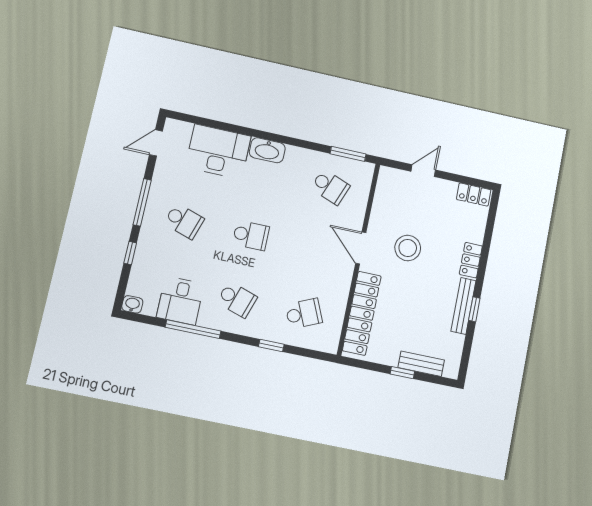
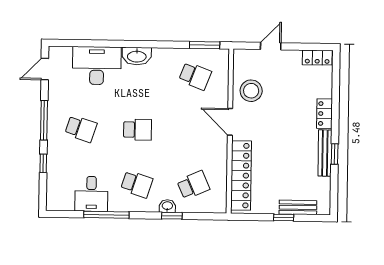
stool: (408, 248) -> (251, 91), moved
washbasin: (132, 304) -> (167, 206), moved

